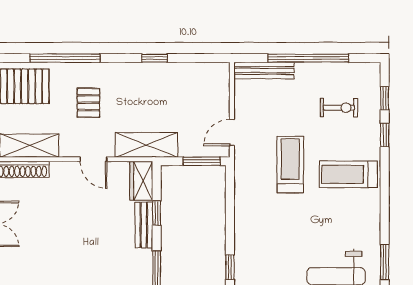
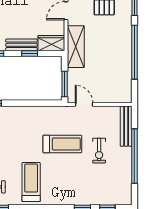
window: (155, 58) -> (134, 52), width x3.17
exercise bike: (339, 108) -> (99, 151), moved
treadmill: (348, 174) -> (31, 182), moved

